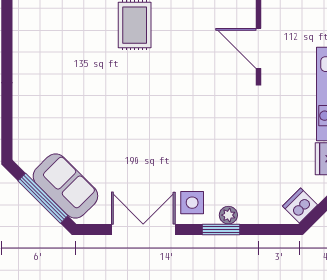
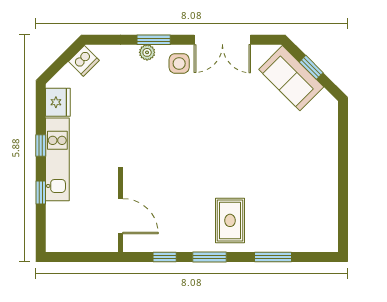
door: (258, 48) -> (121, 216), moved
window: (43, 198) -> (311, 67), width x0.46

